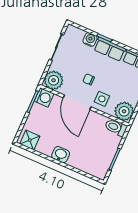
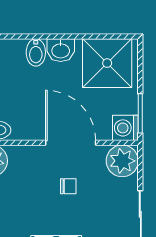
side table: (102, 99) -> (34, 165), removed
shower: (30, 140) -> (107, 63), width x1.86, depth x1.86
bidet: (74, 159) -> (36, 52), added

